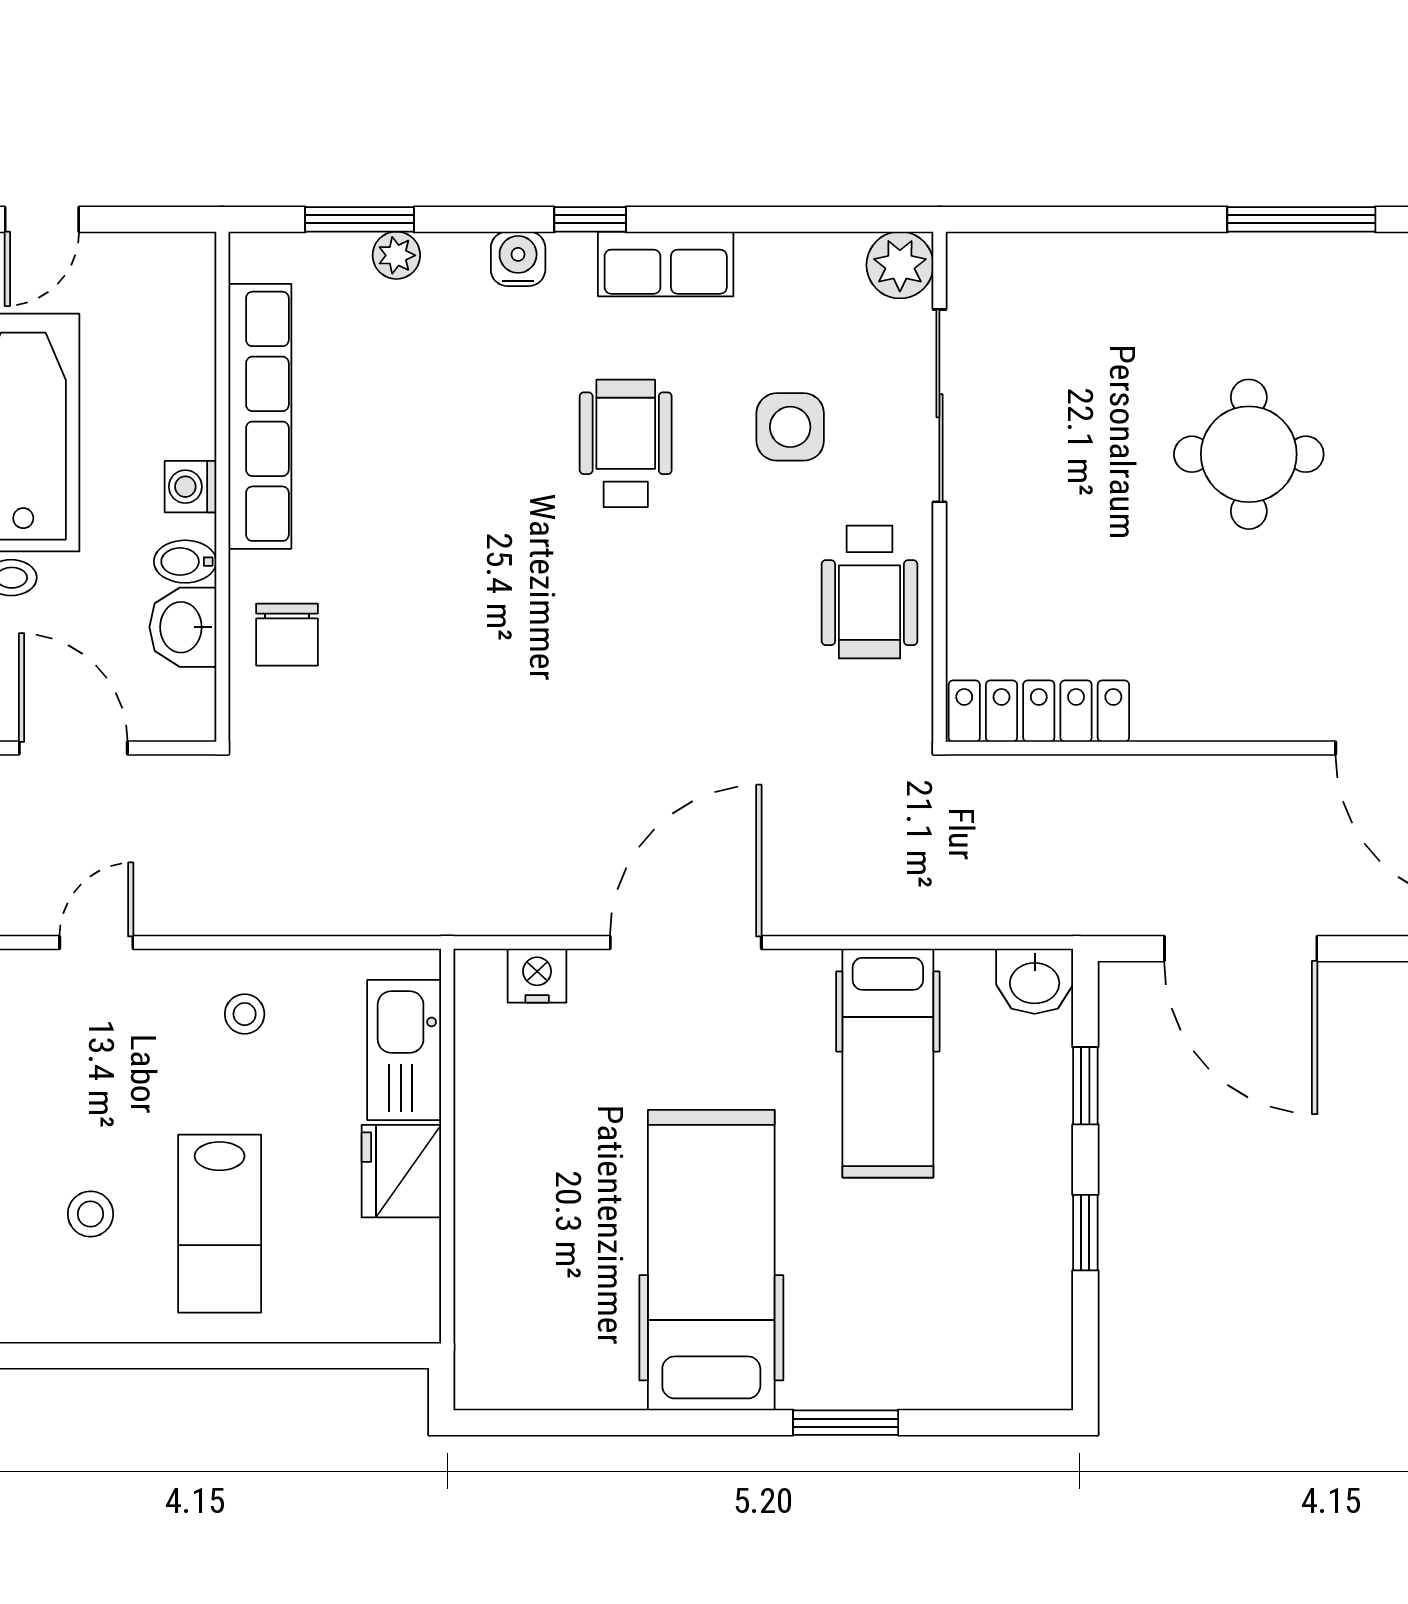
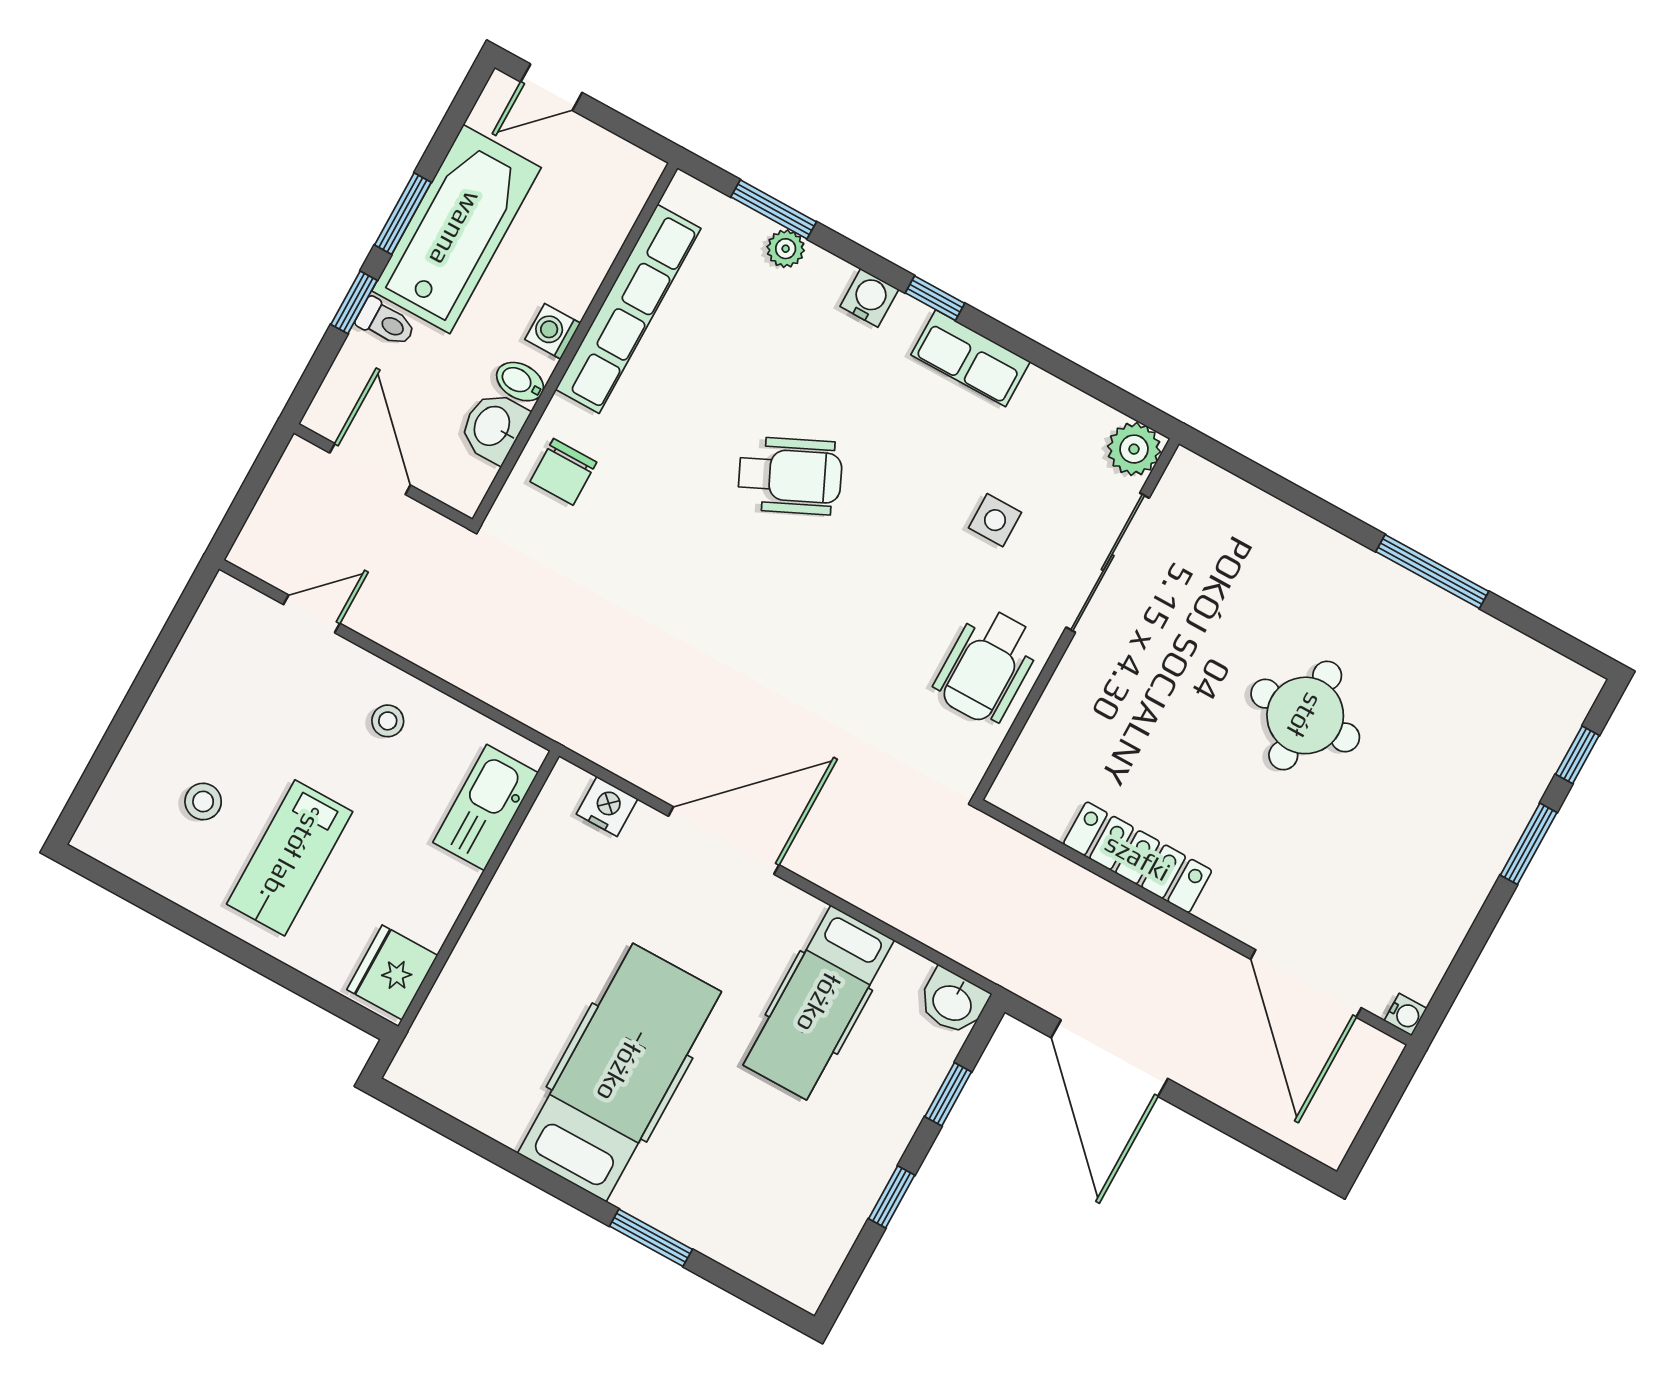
side table: (790, 427) -> (995, 520), width x0.73, depth x0.73
wheelchair: (626, 443) -> (790, 476), moved, turned 65
locker: (1039, 711) -> (1138, 857), moved
fridge: (401, 1171) -> (392, 972), moved

